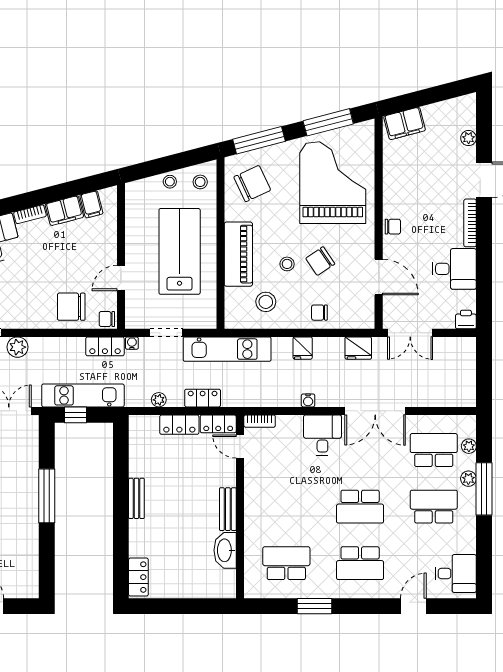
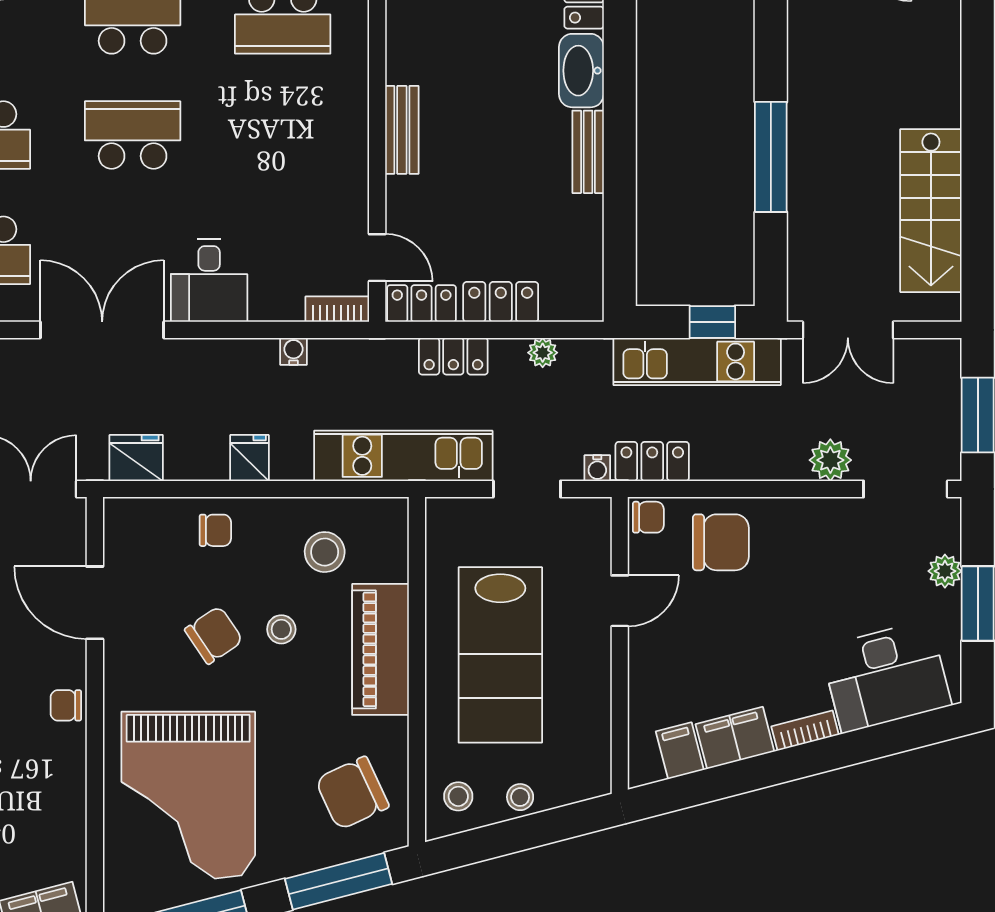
water cooler: (308, 400) -> (293, 351), moved
washbasin: (225, 550) -> (581, 71), moved, turned 180

